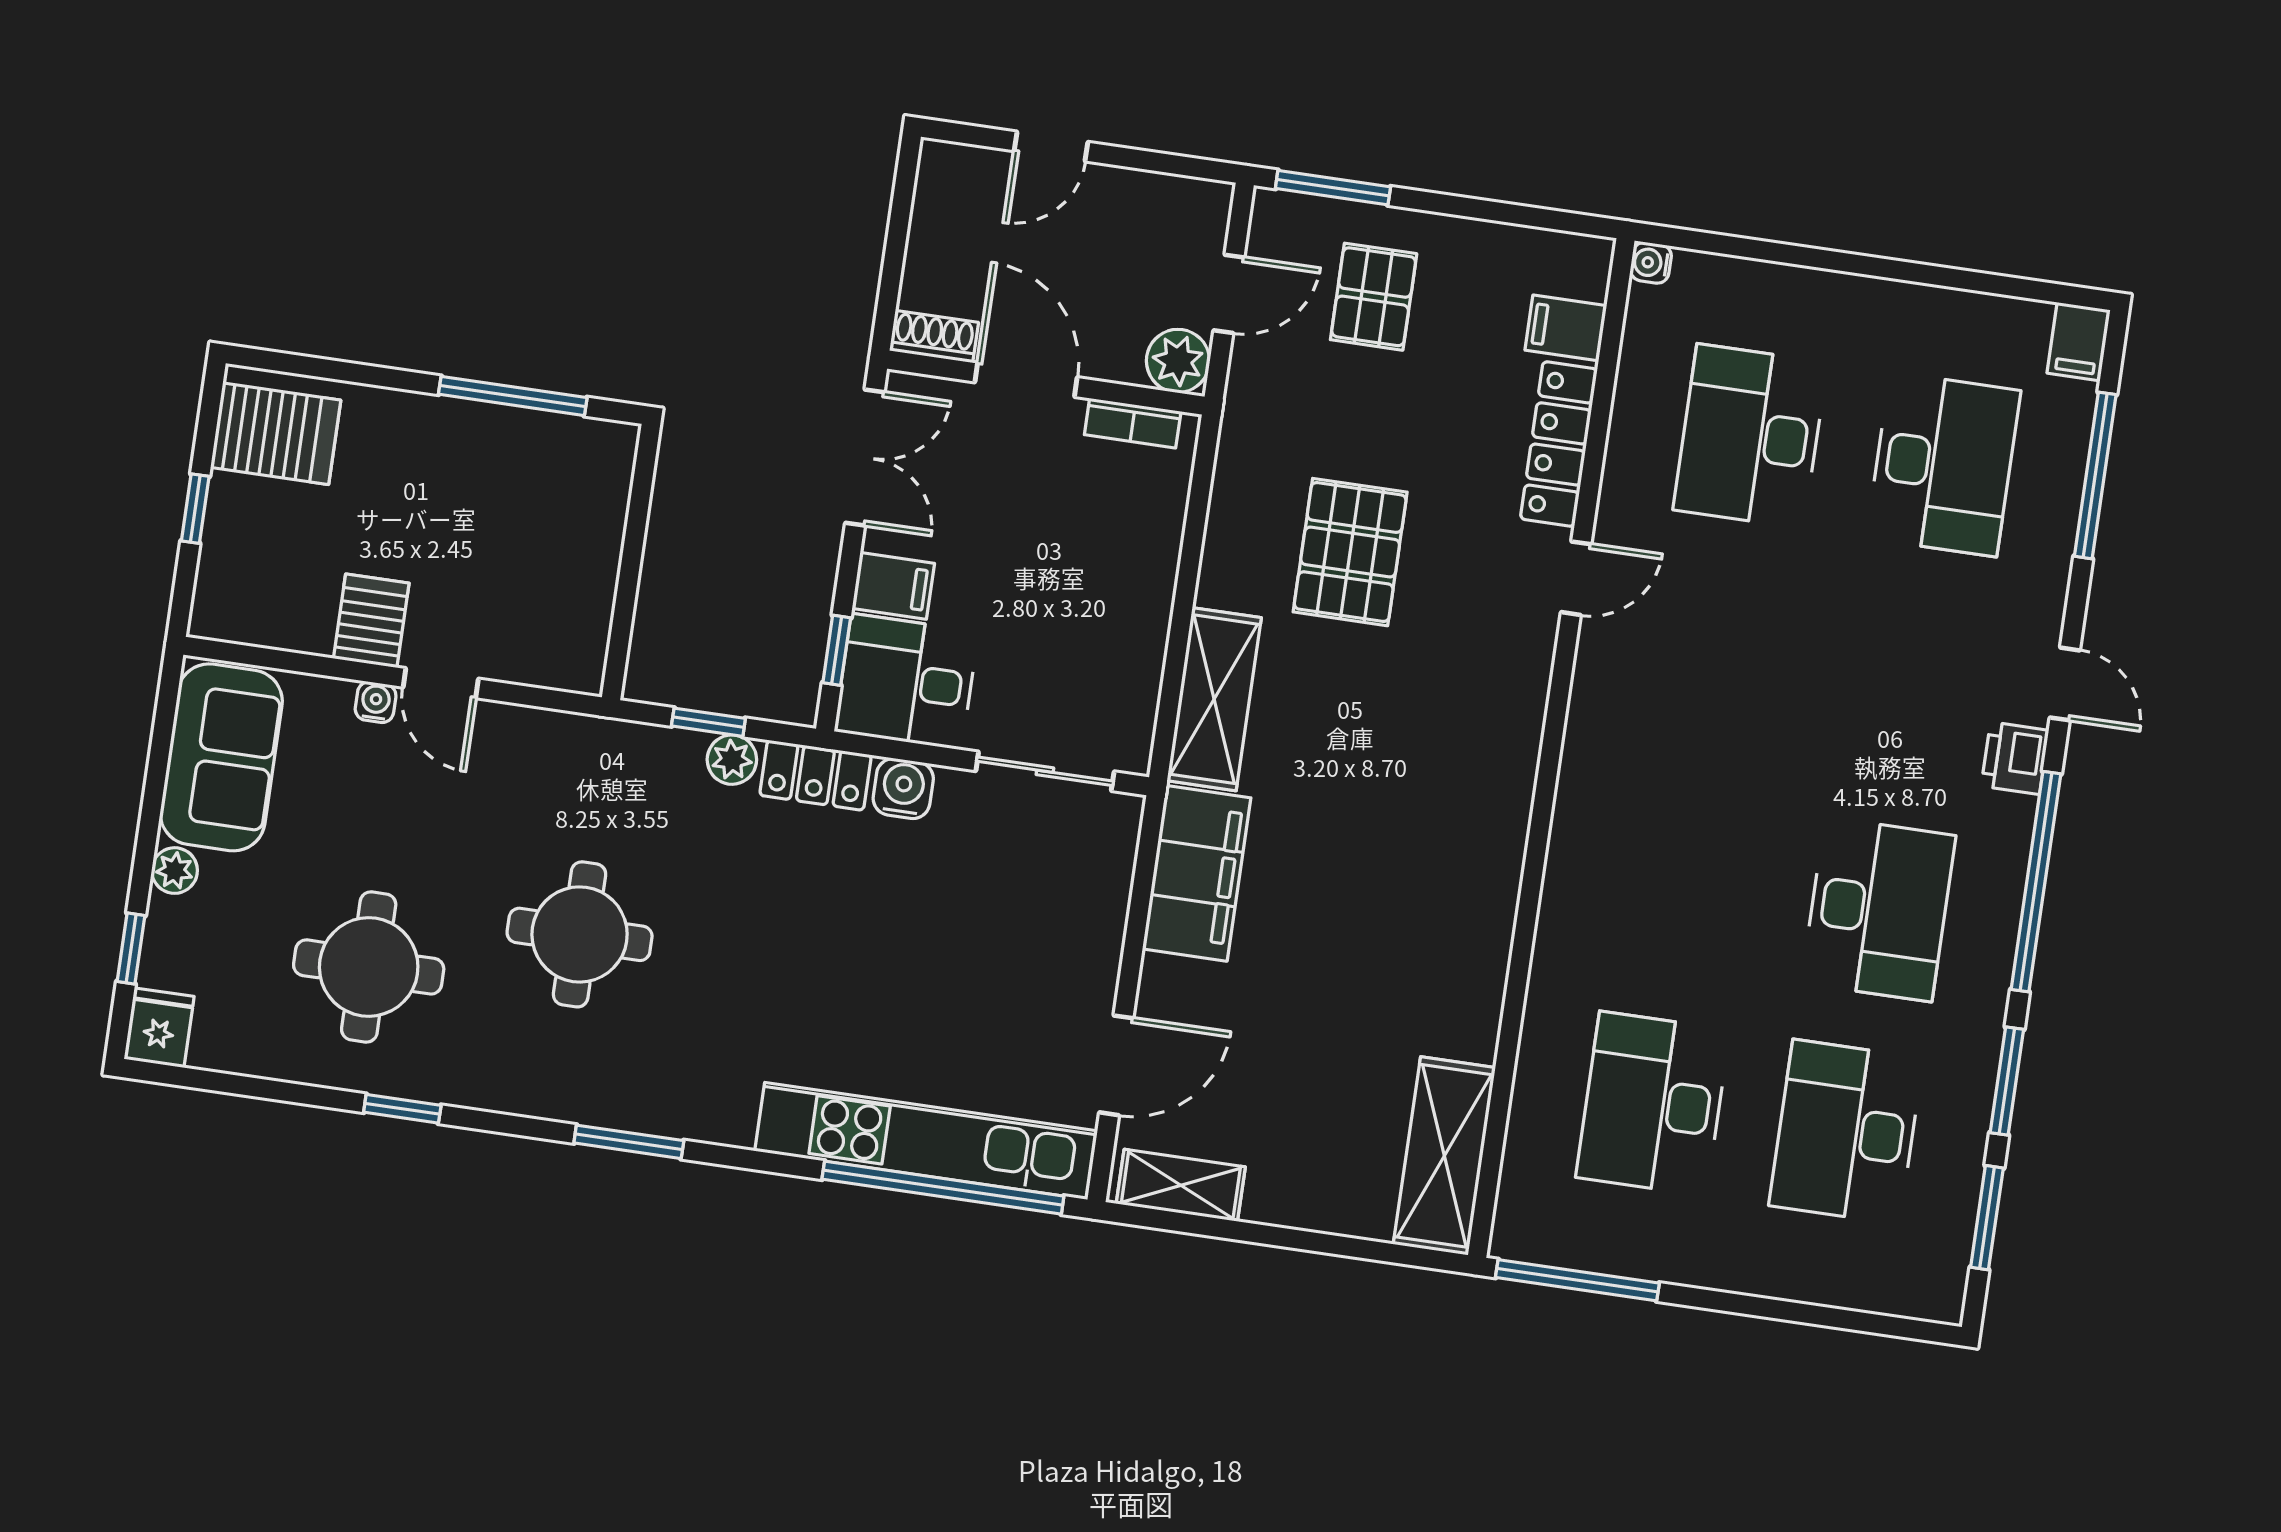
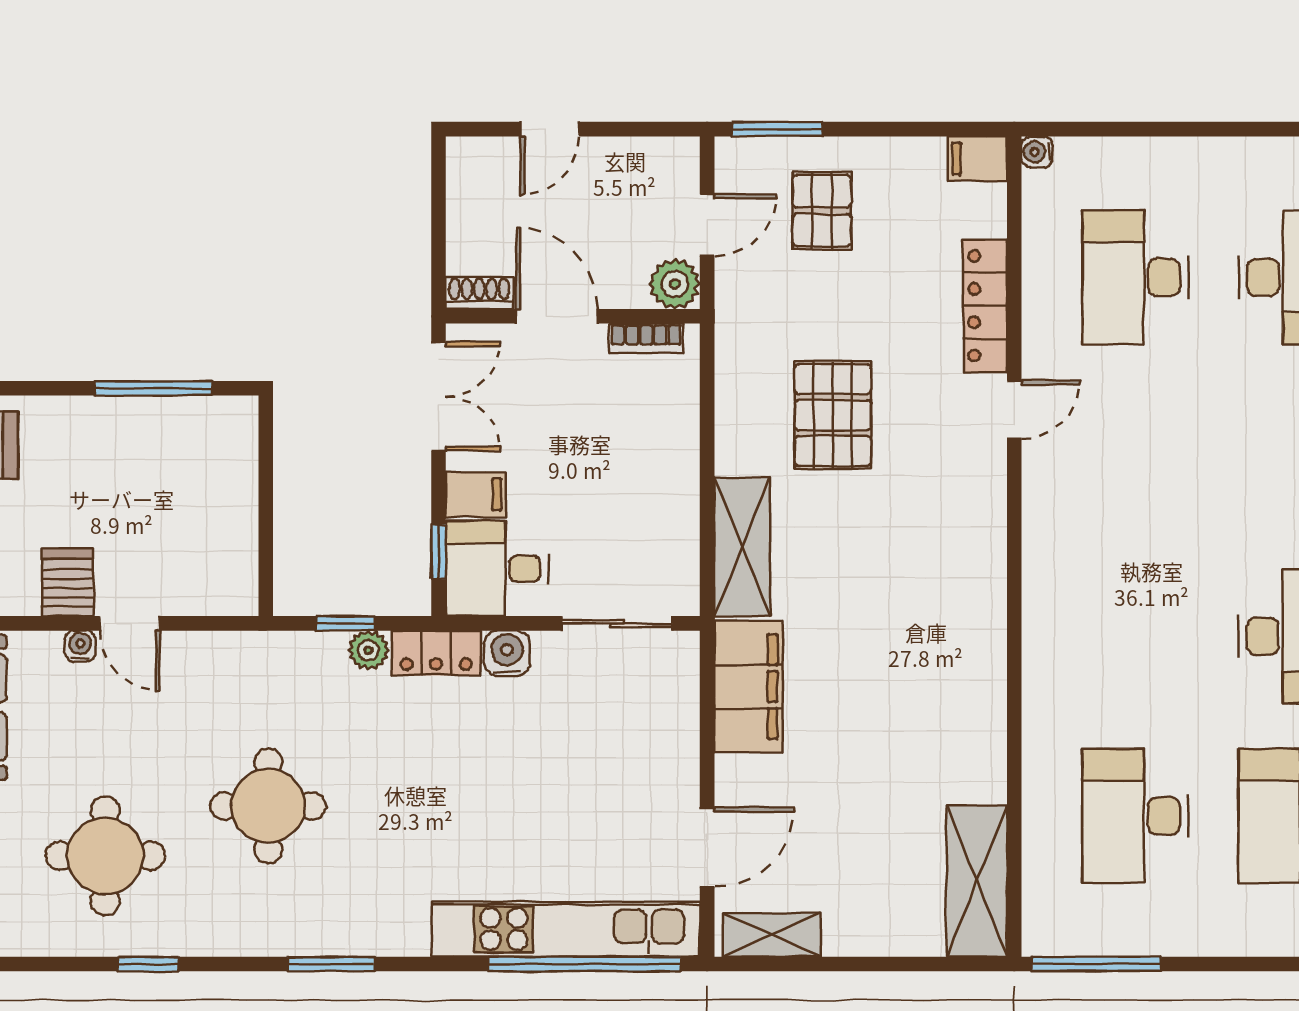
filing cabinet: (1566, 328) -> (977, 159), moved

